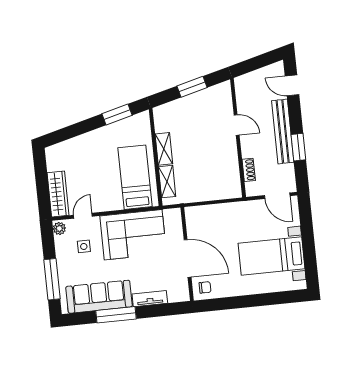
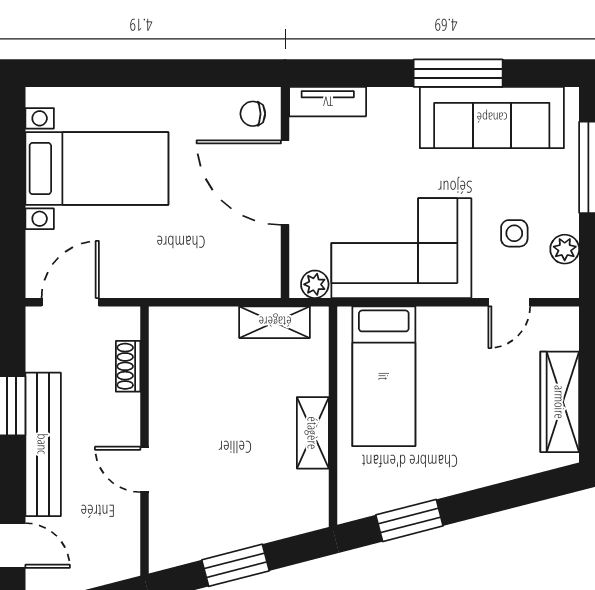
shelving: (167, 182) -> (275, 322), moved, turned 90
wardrobe: (58, 194) -> (560, 402), moved
door: (277, 196) -> (70, 302), hinge flipped
plant: (170, 215) -> (315, 284), added
plant: (59, 228) -> (565, 249), moved
tv unit: (150, 299) -> (328, 102), moved

